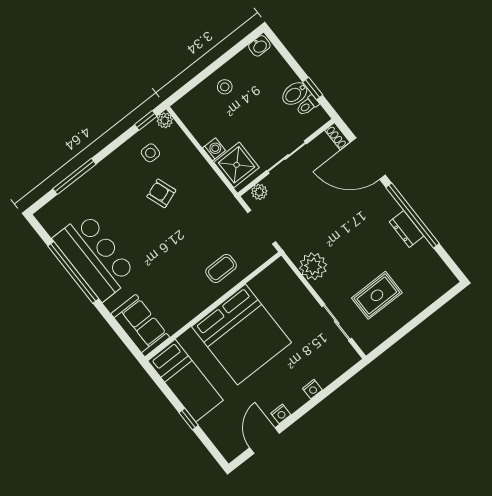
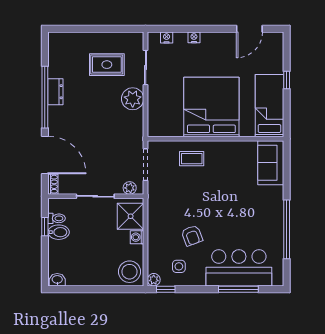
stool: (225, 87) -> (129, 272), moved, width x1.89, depth x1.89
bar counter: (95, 257) -> (239, 268), moved, turned 90
plant: (313, 266) -> (133, 99), moved
nightstand: (281, 414) -> (167, 38), moved

